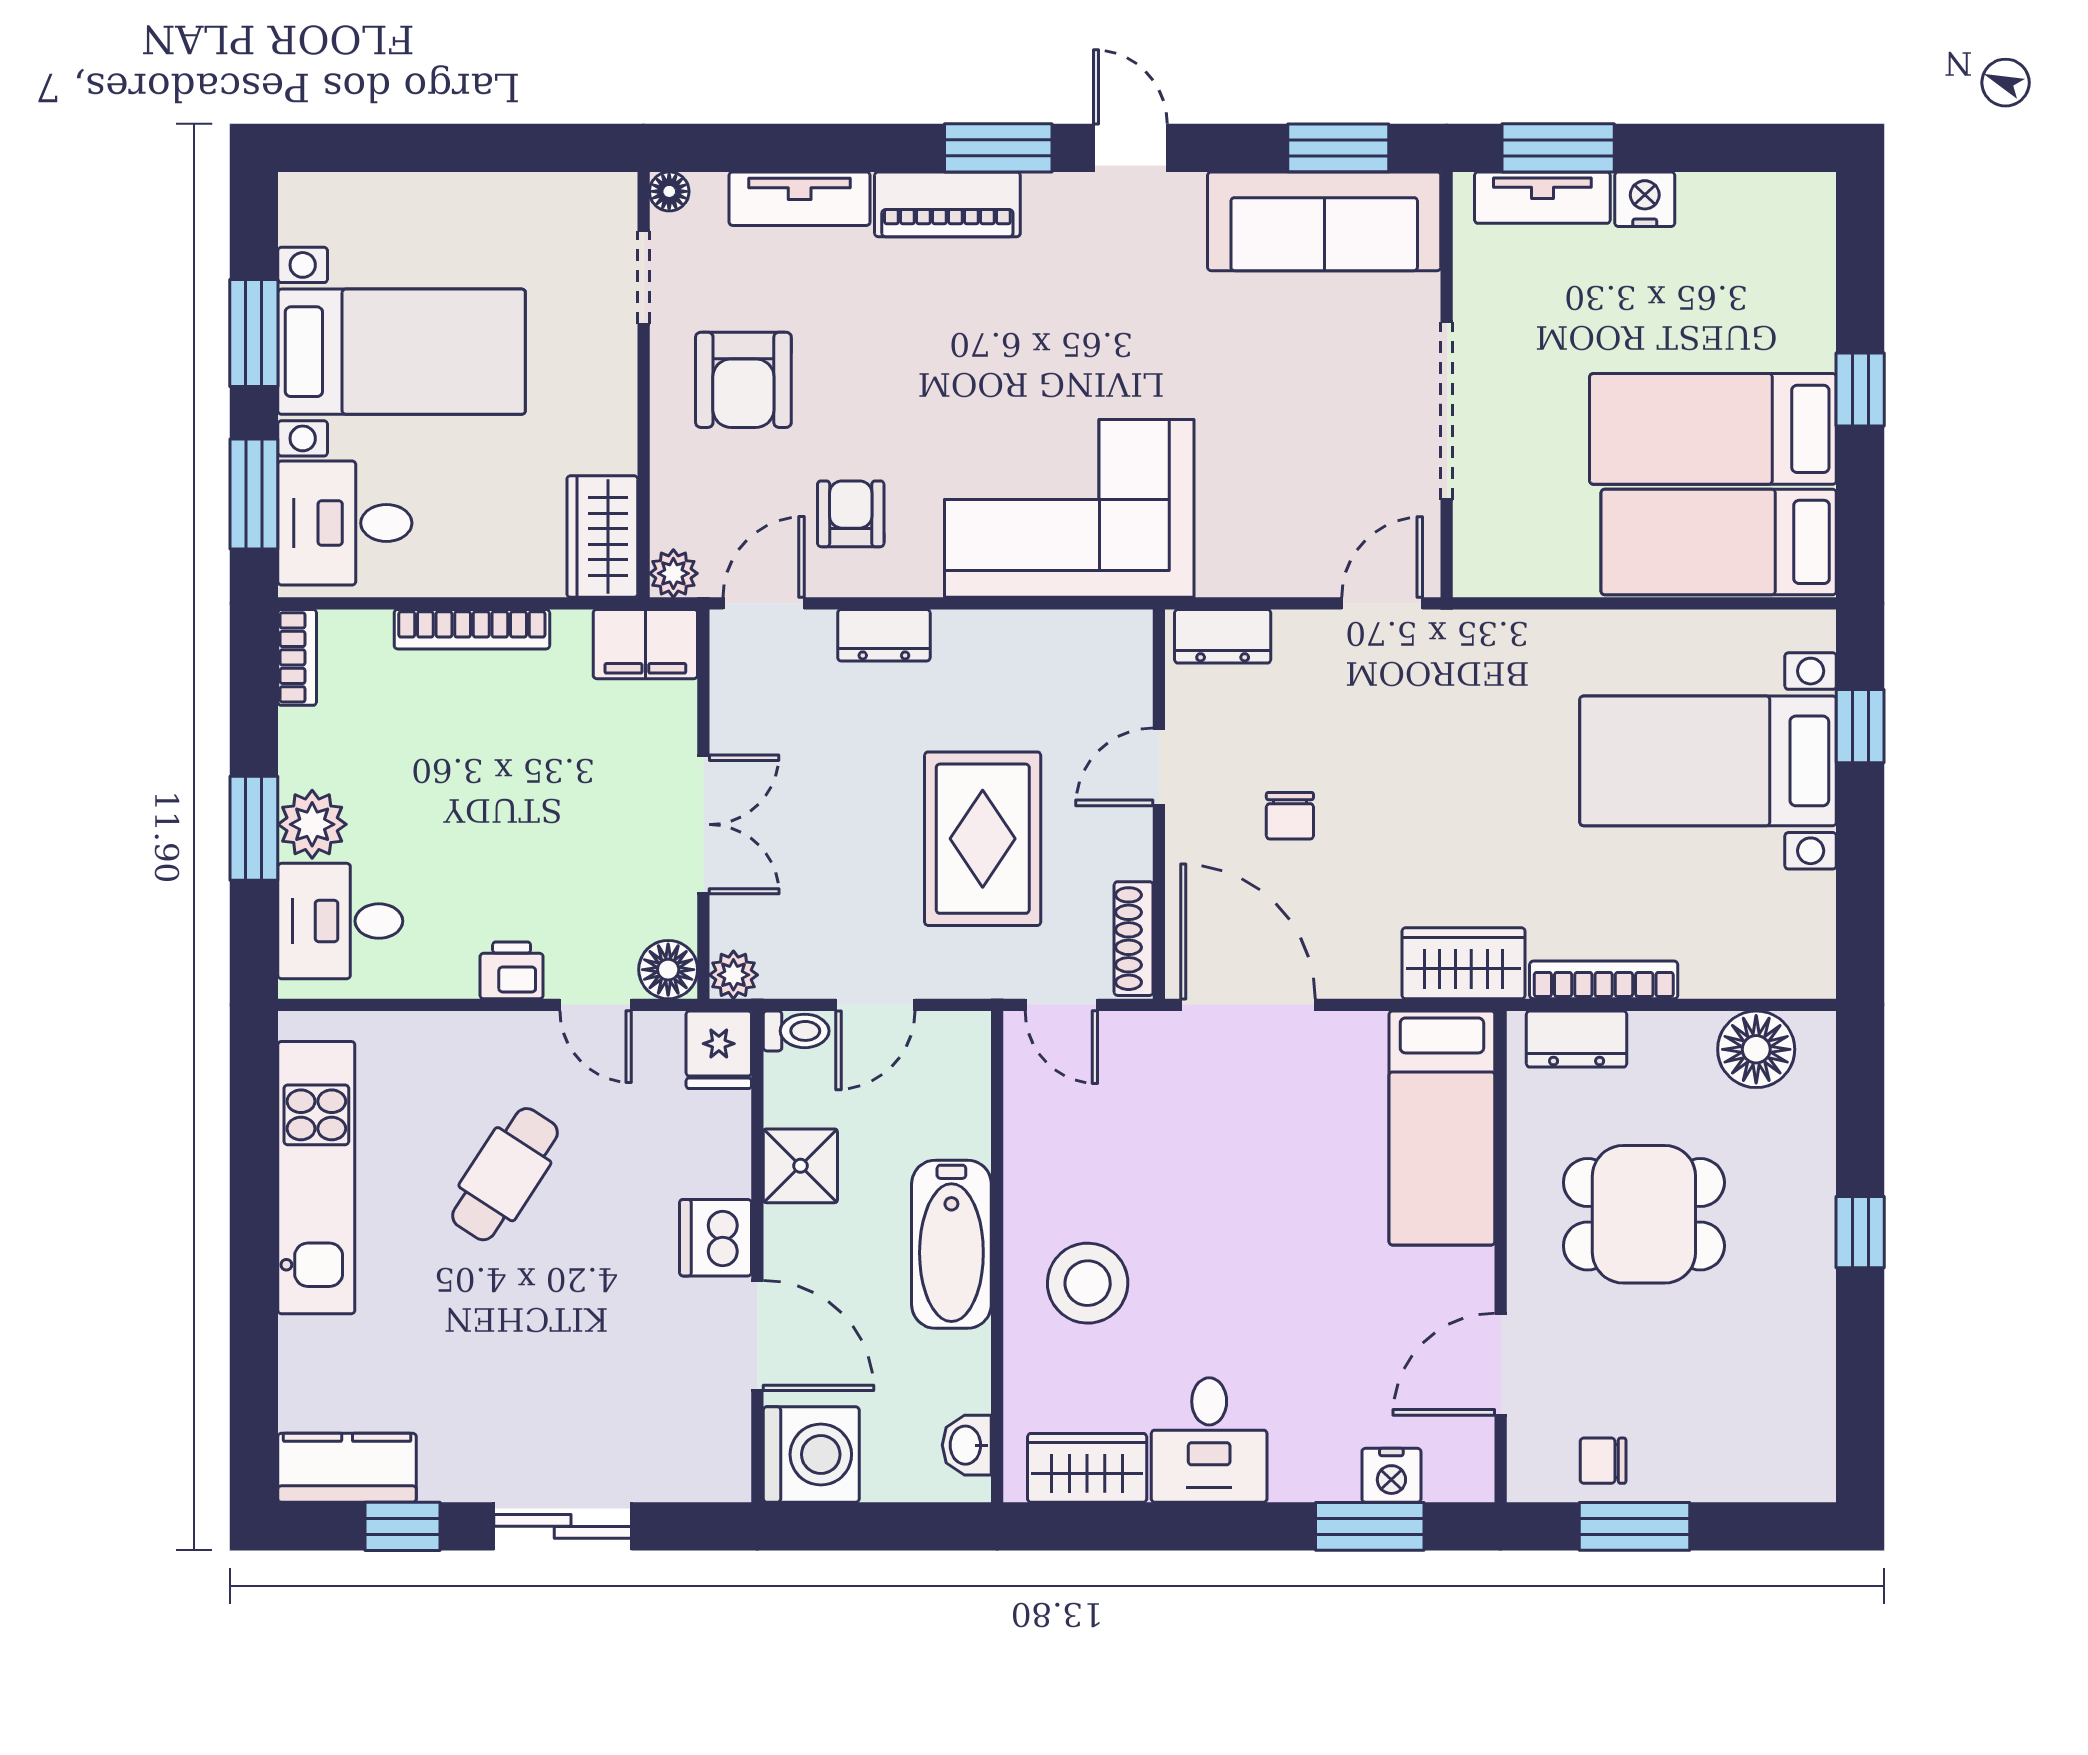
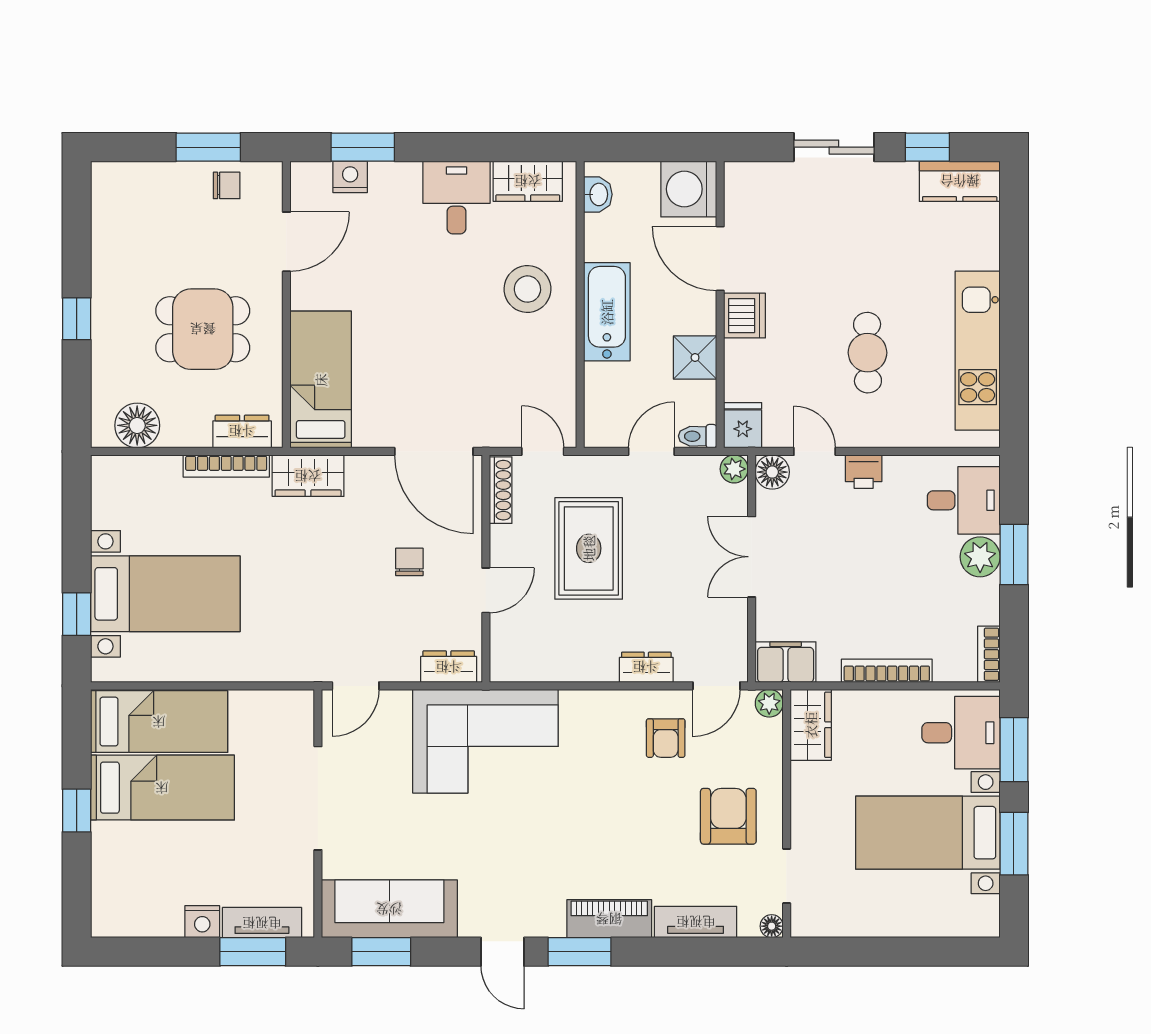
corner sofa: (1069, 508) -> (485, 741), moved
cafe table: (505, 1174) -> (868, 353), turned -34

